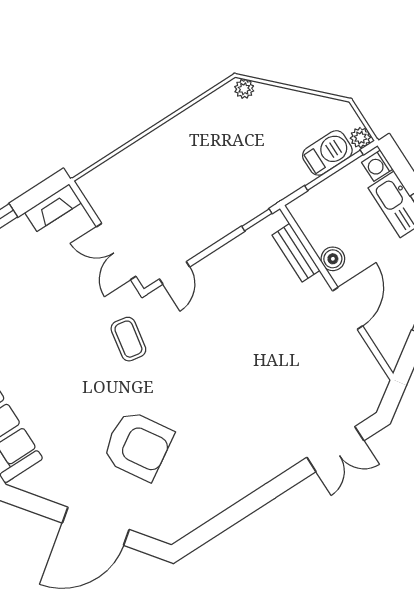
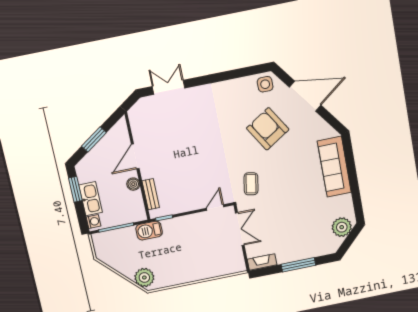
plant: (244, 89) -> (144, 277), width x1.88, depth x1.88
plant: (360, 138) -> (97, 238), removed
barbecue: (327, 153) -> (149, 231), moved
side table: (173, 519) -> (265, 84), added

